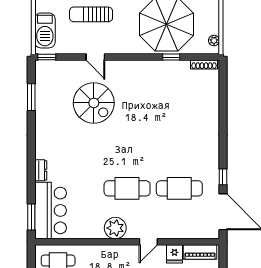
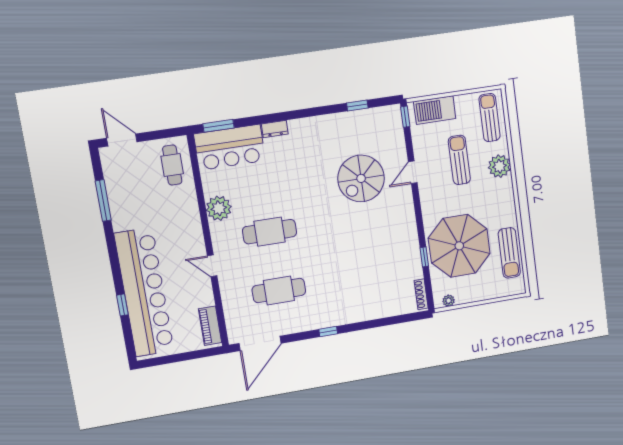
window: (31, 97) -> (357, 105), width x0.67
window: (223, 177) -> (328, 332), moved
cafe table: (127, 188) -> (270, 232), turned 90
cafe table: (179, 188) -> (279, 290), turned 90
plant: (115, 228) -> (219, 208), moved
fridge: (174, 254) -> (203, 298), removed

